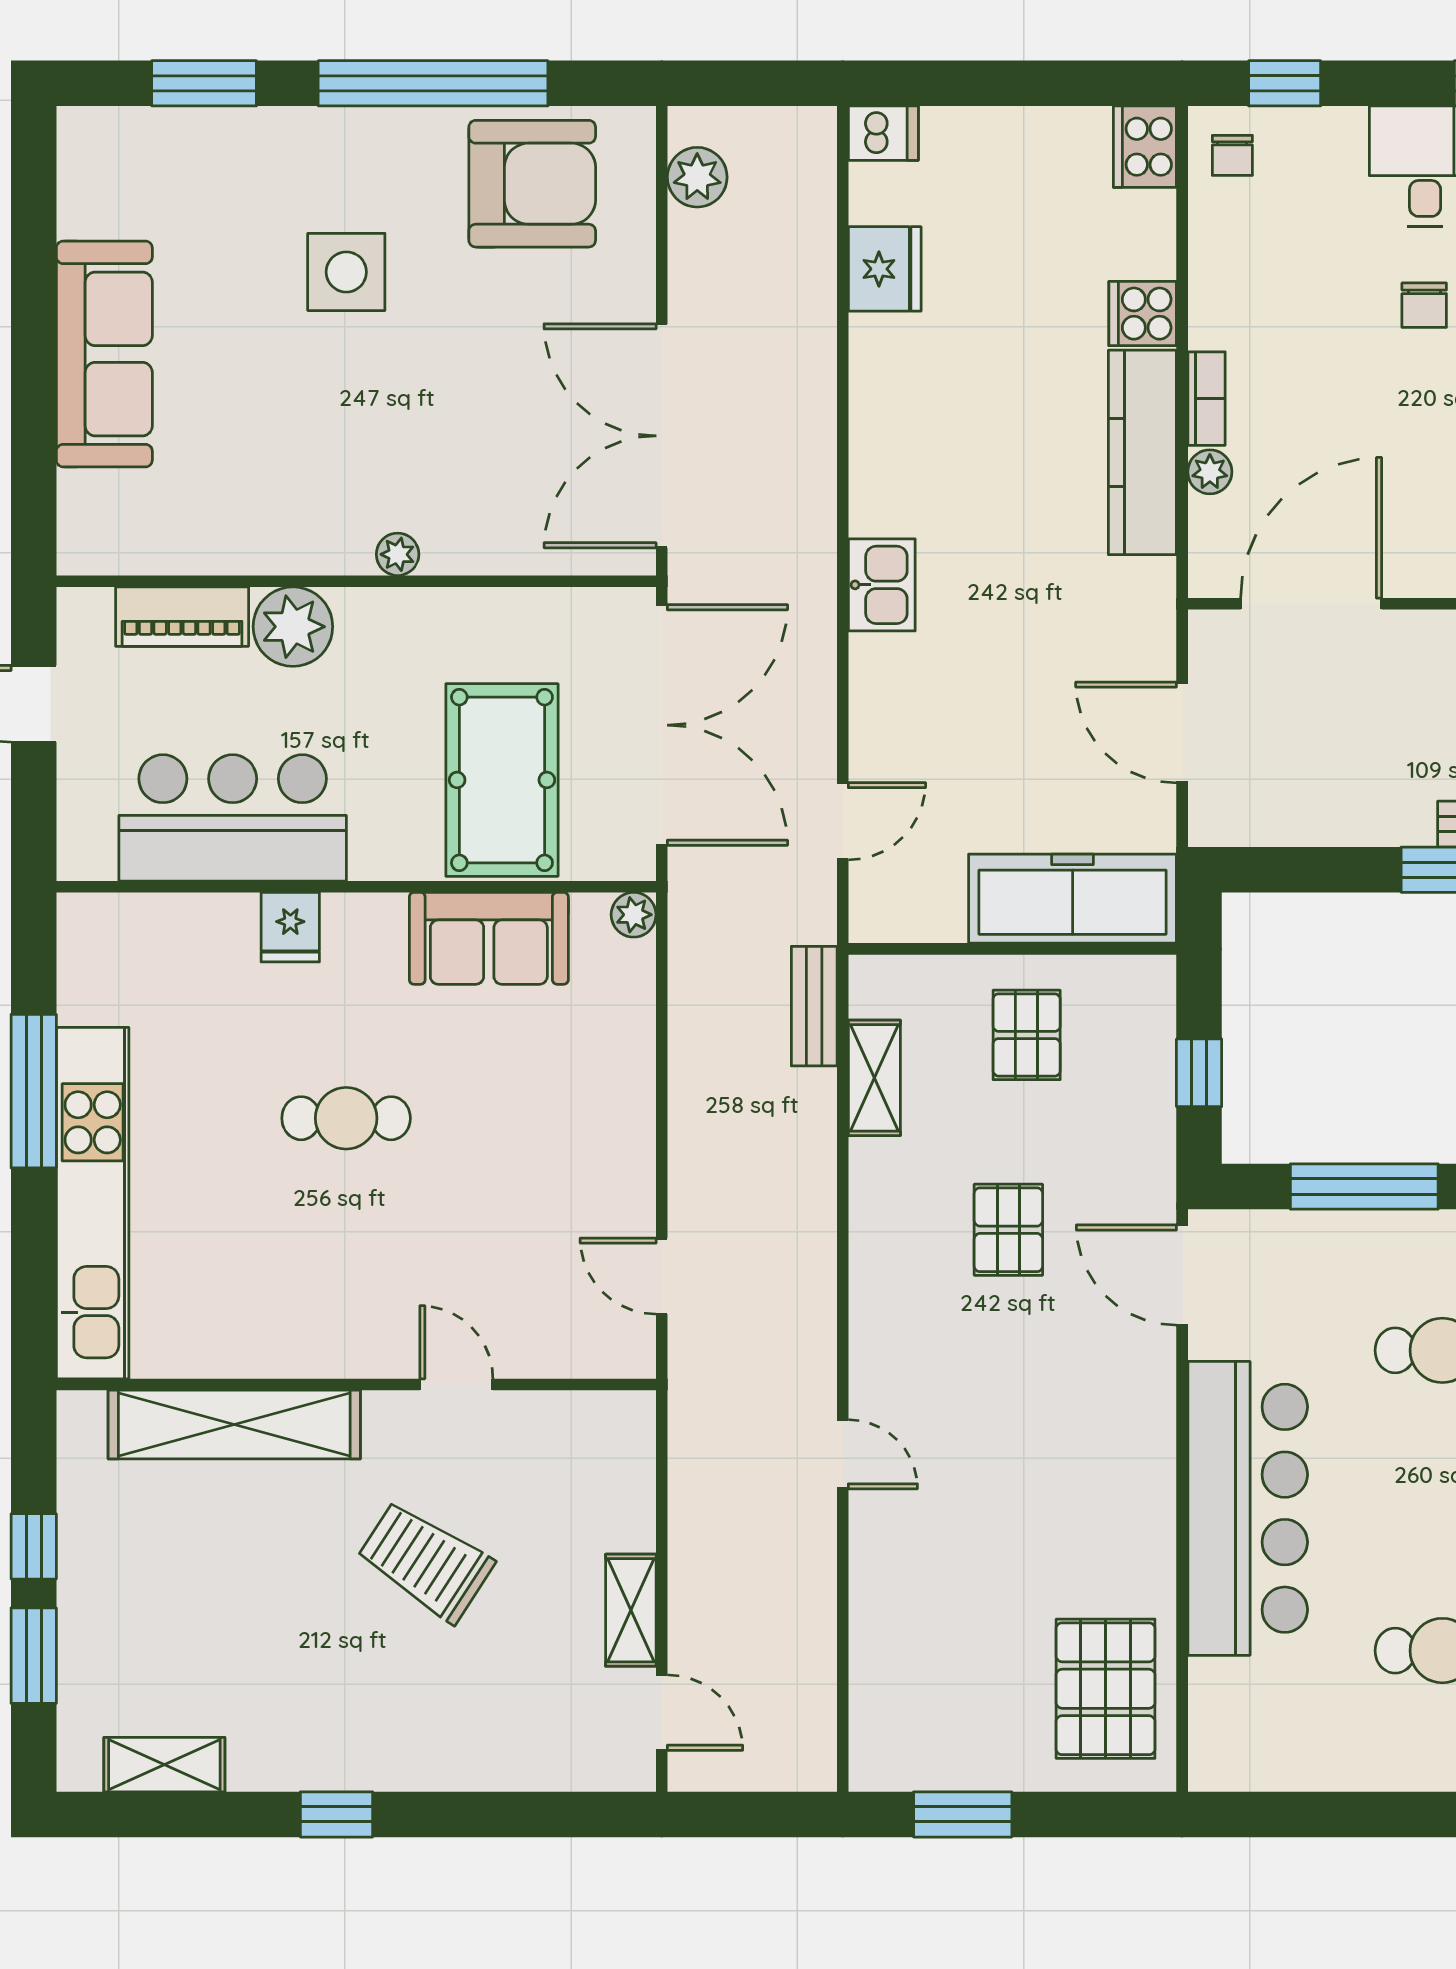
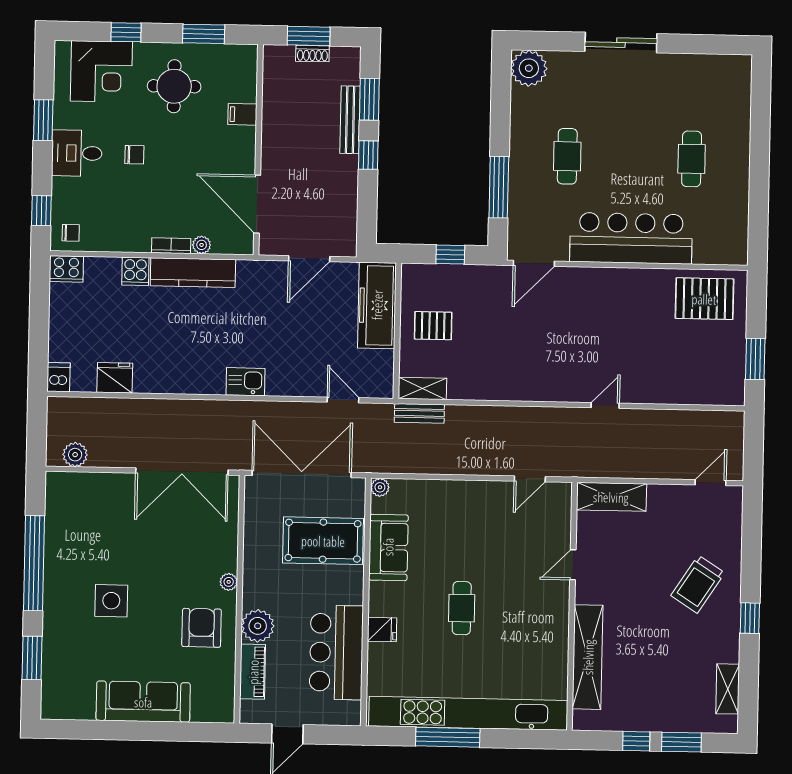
armchair: (532, 184) -> (202, 628), moved, width x0.73, depth x0.73
shelving: (874, 1078) -> (422, 388), moved
kitchen unit: (93, 1203) -> (468, 713), width x1.36
pallet: (1008, 1230) -> (514, 335), removed
trolley: (425, 1561) -> (698, 584), moved
shelving: (631, 1610) -> (611, 497), moved, width x1.50, depth x1.33

